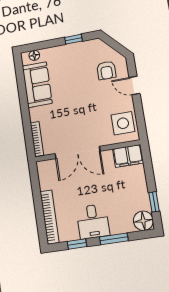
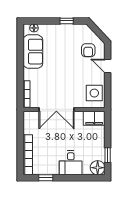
desk: (93, 221) -> (71, 163), moved
window: (114, 239) -> (74, 178), removed

